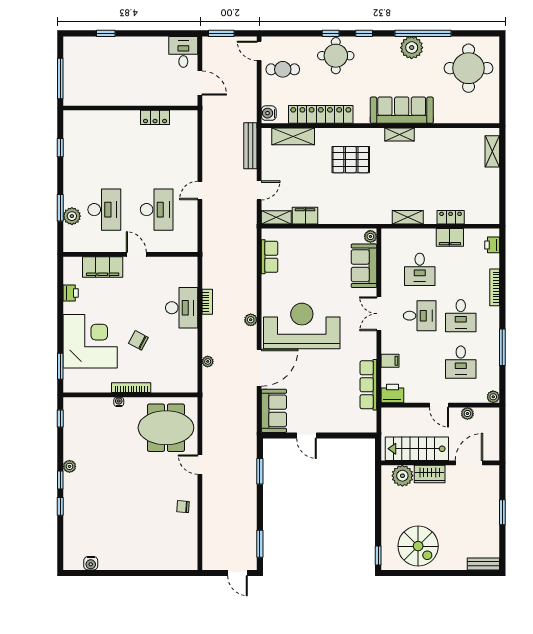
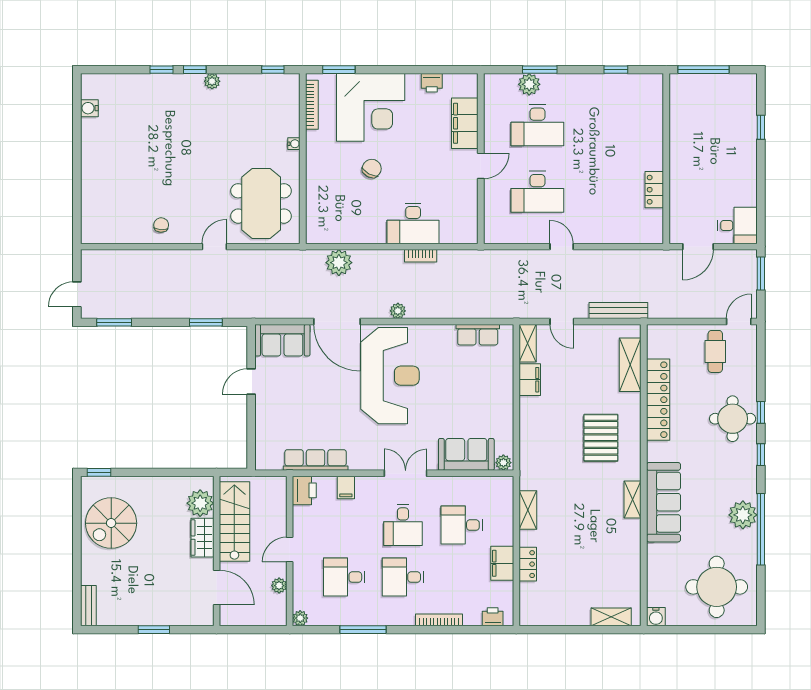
water cooler: (269, 113) -> (656, 617), moved, turned 180
plant: (208, 361) -> (339, 263), width x1.87, depth x1.87
bookcase: (131, 388) -> (312, 105), moved

